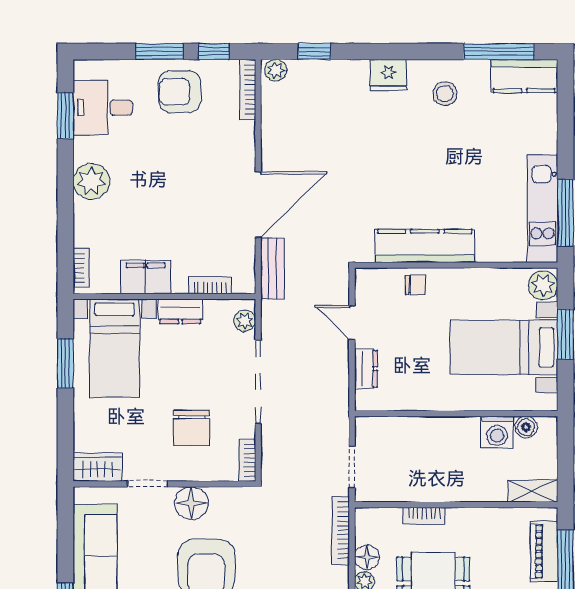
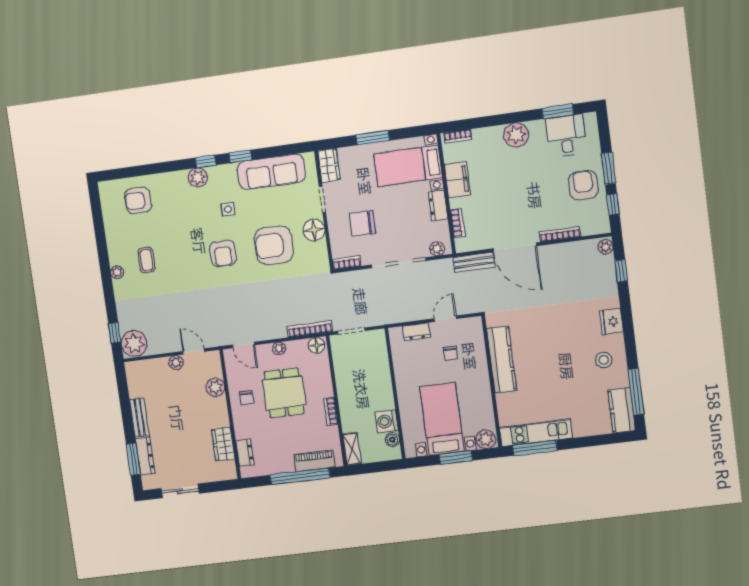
bookcase: (248, 90) -> (560, 234), moved
chair: (415, 285) -> (451, 353), moved
window: (65, 363) -> (373, 138), moved
bookcase: (424, 516) -> (331, 411), moved
floor lamp: (367, 557) -> (316, 345), moved

